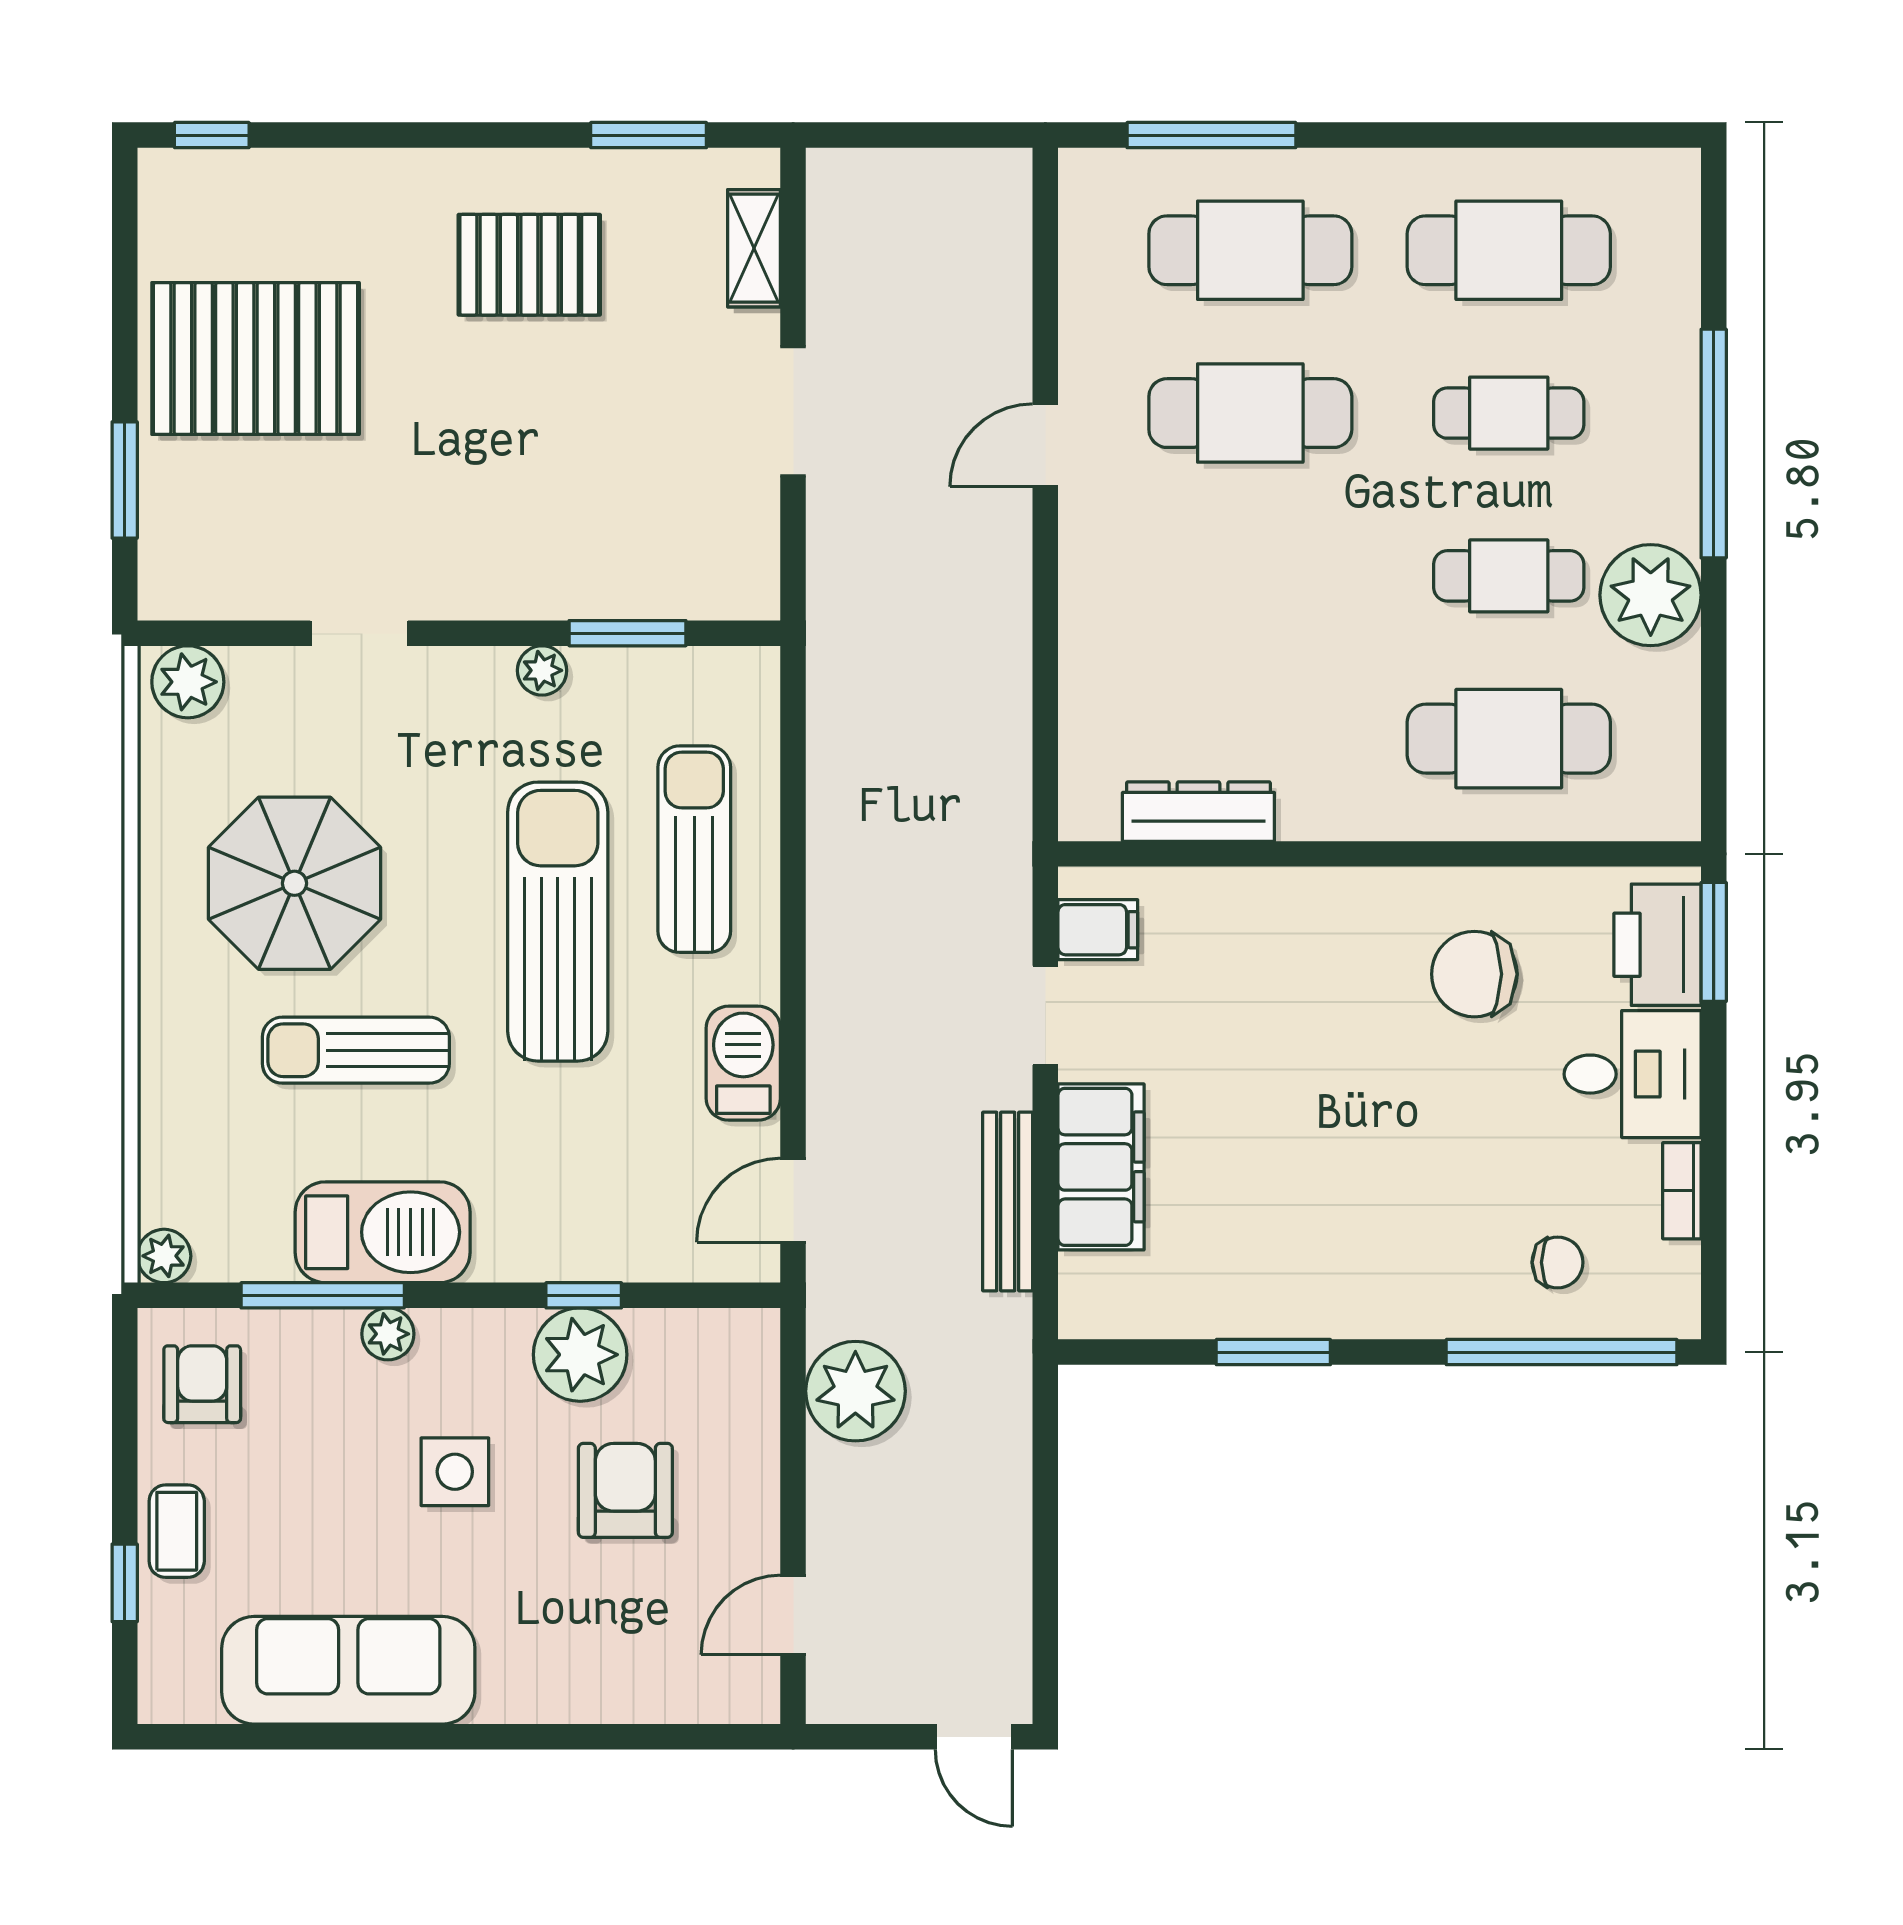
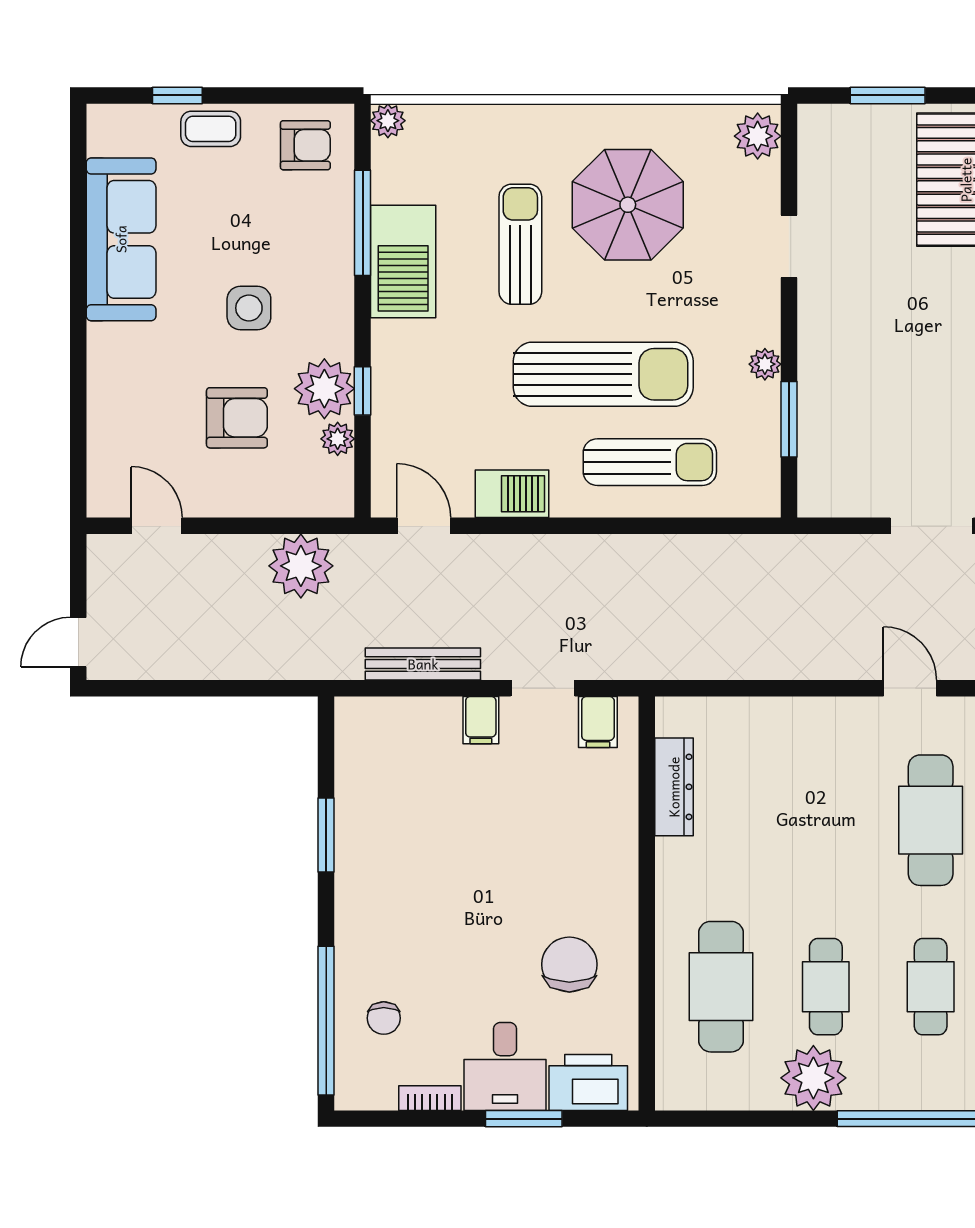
window: (1714, 942) -> (524, 1119), moved
filing cabinet: (1101, 1167) -> (481, 720), width x0.33, depth x0.86
plant: (388, 1334) -> (338, 439), moved

